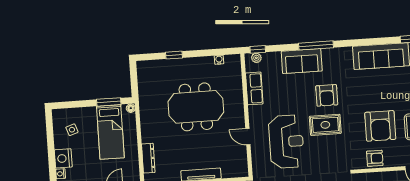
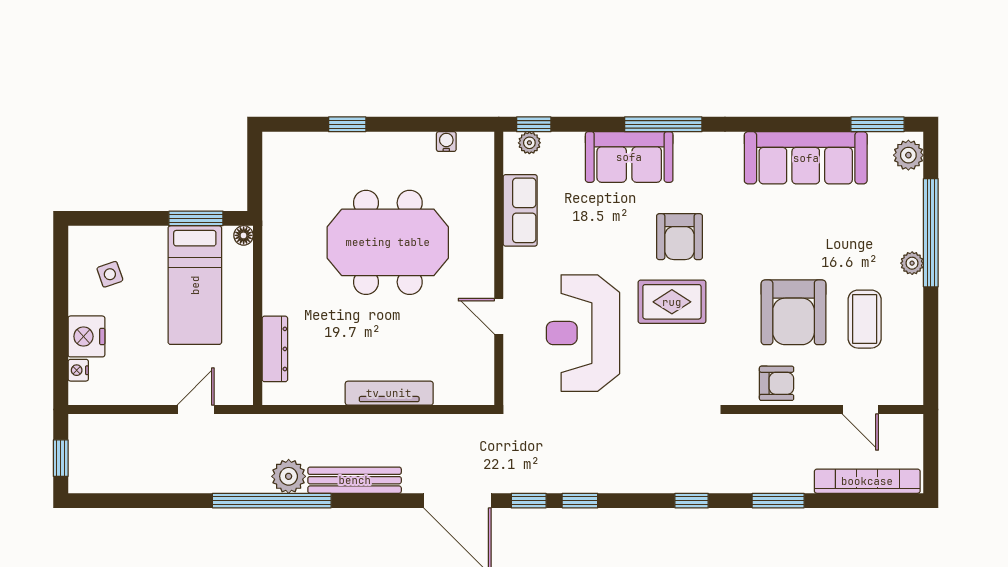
reception desk: (286, 142) -> (583, 333), turned 180

